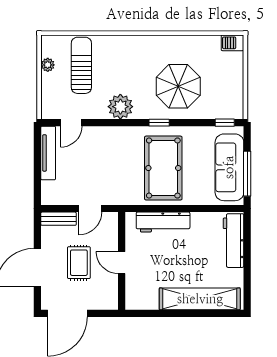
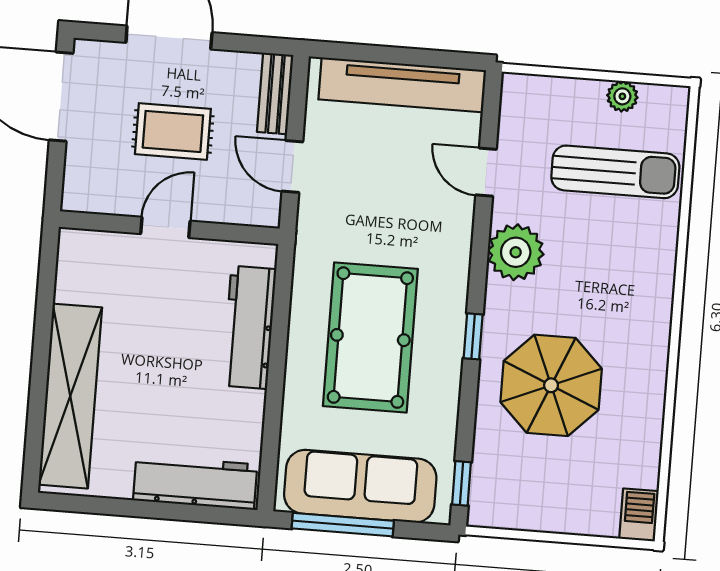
door: (71, 123) -> (486, 172), moved
tv unit: (48, 153) -> (402, 85), width x1.36, depth x1.29
pool table: (163, 168) -> (370, 338), turned 90

